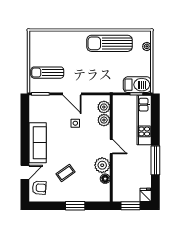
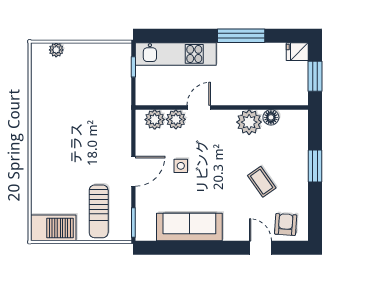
sun lounger: (109, 43) -> (51, 110), removed
barbecue: (137, 85) -> (53, 228), moved, turned 90
sofa: (38, 143) -> (189, 227), moved
door: (111, 147) -> (199, 107), moved

